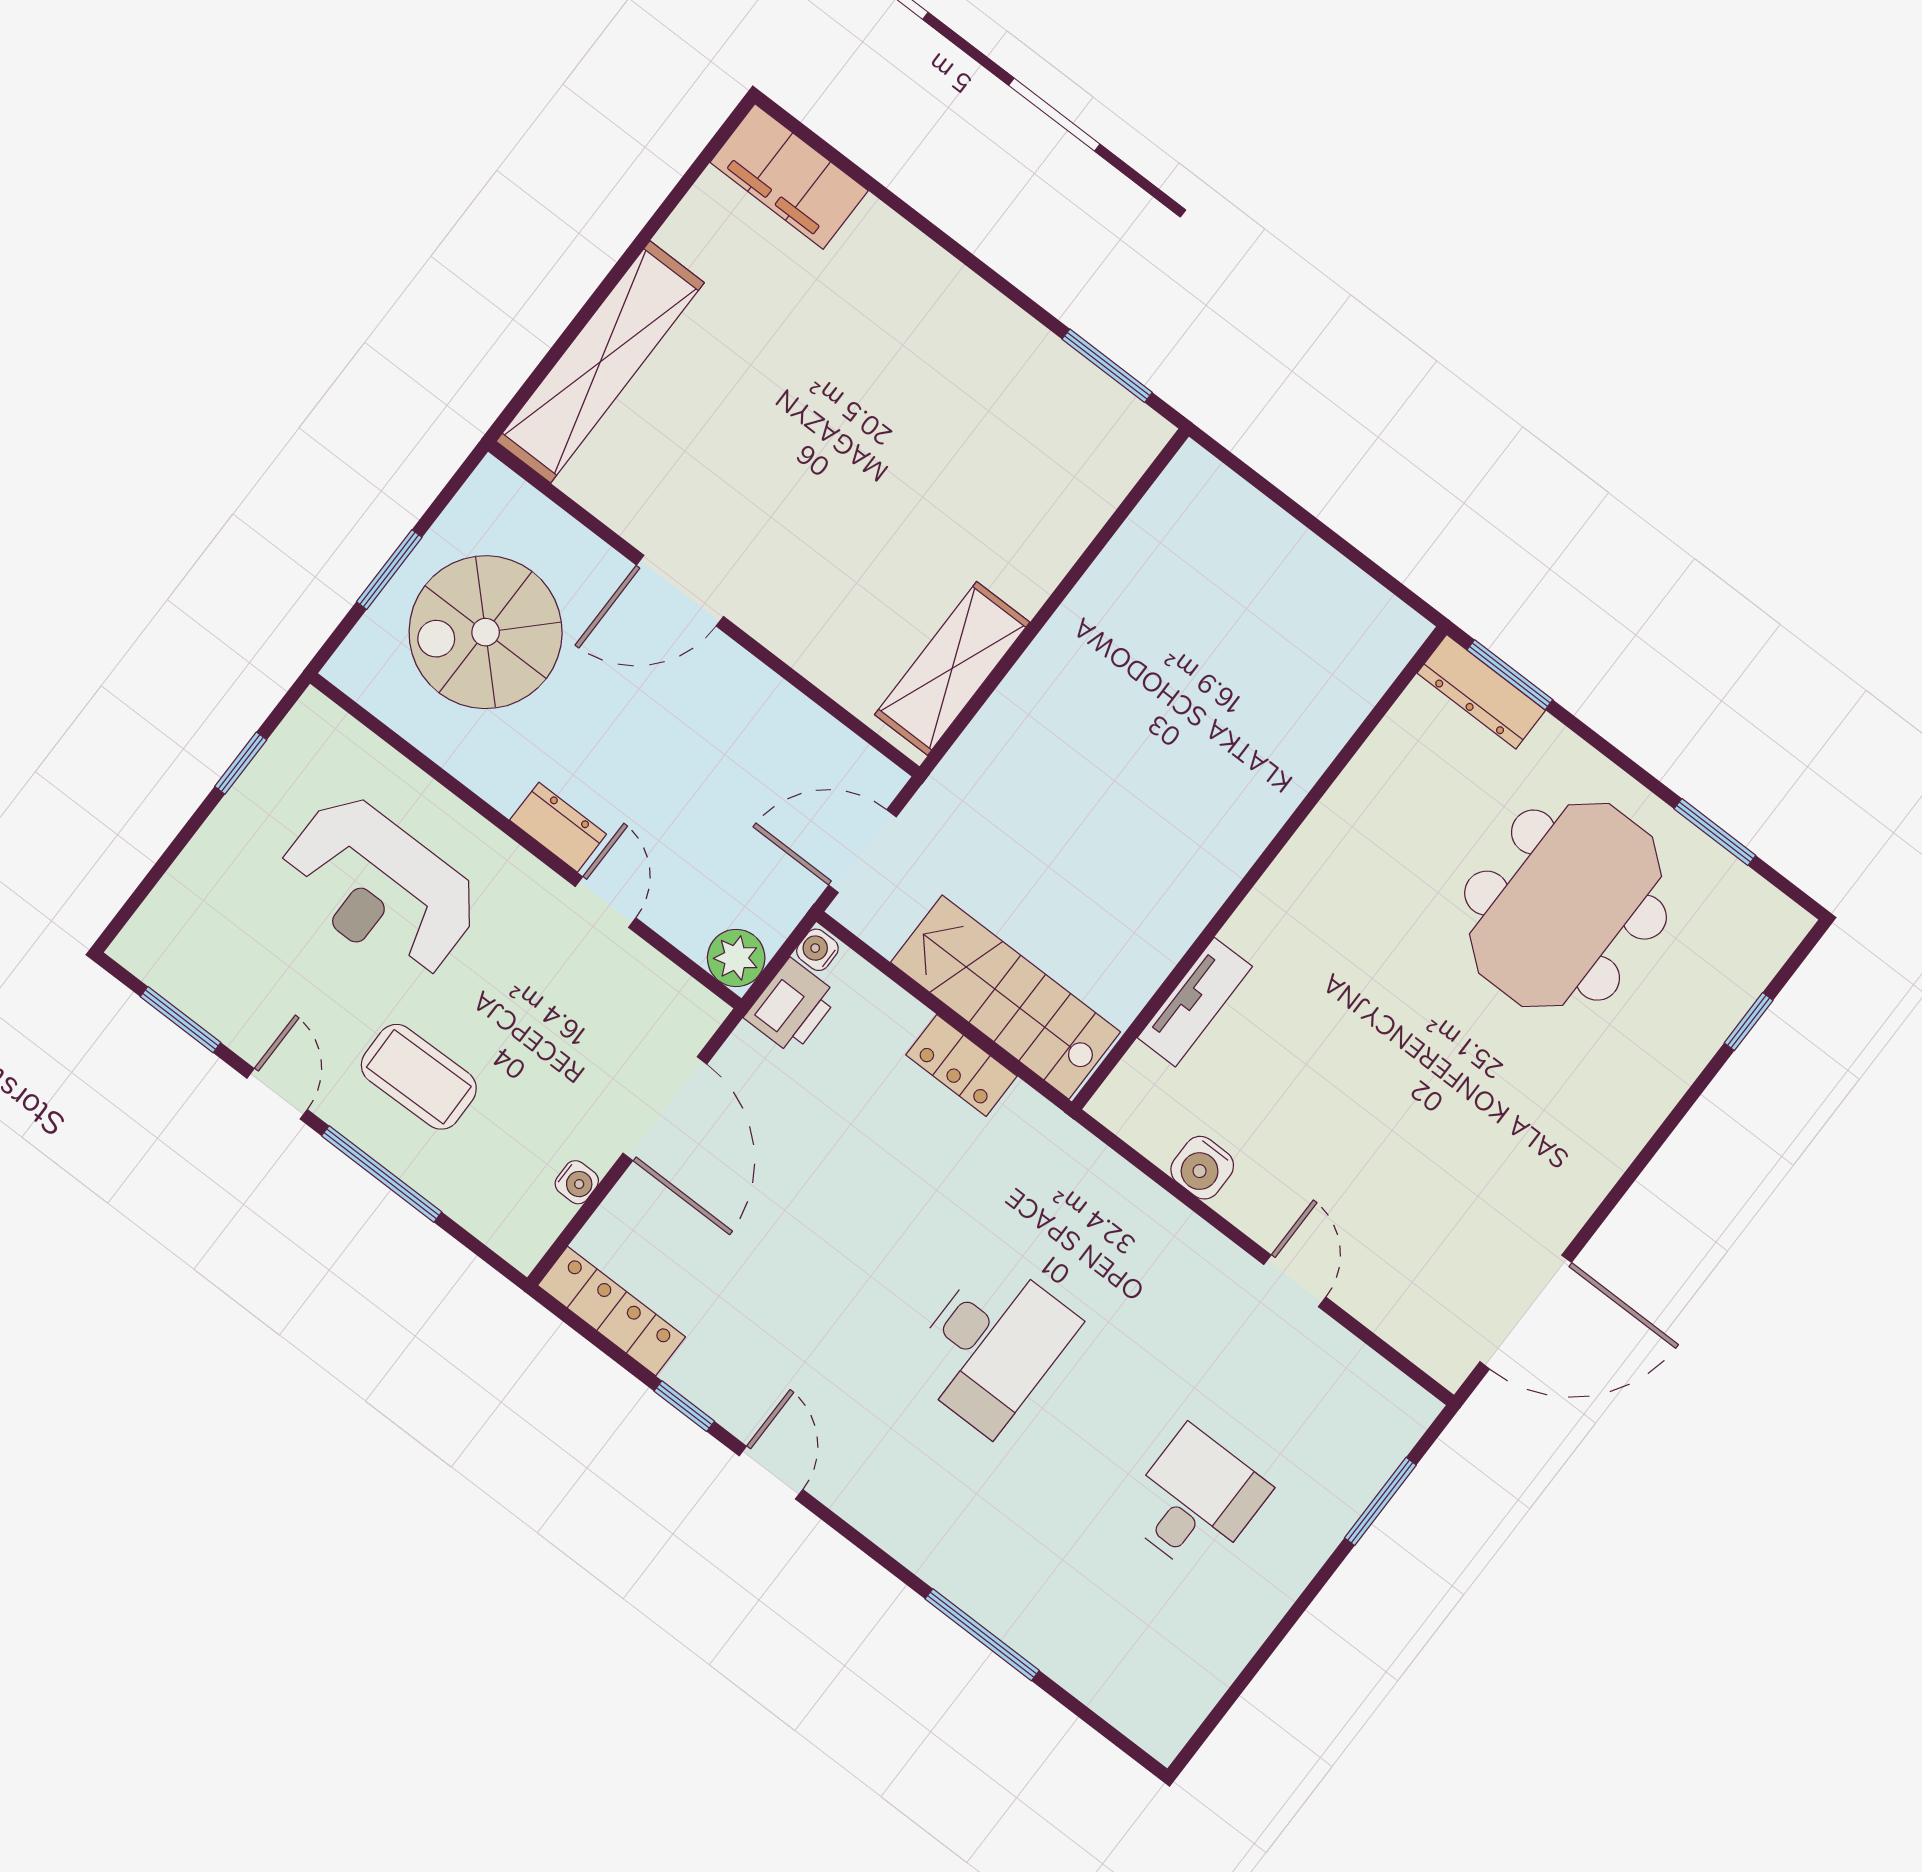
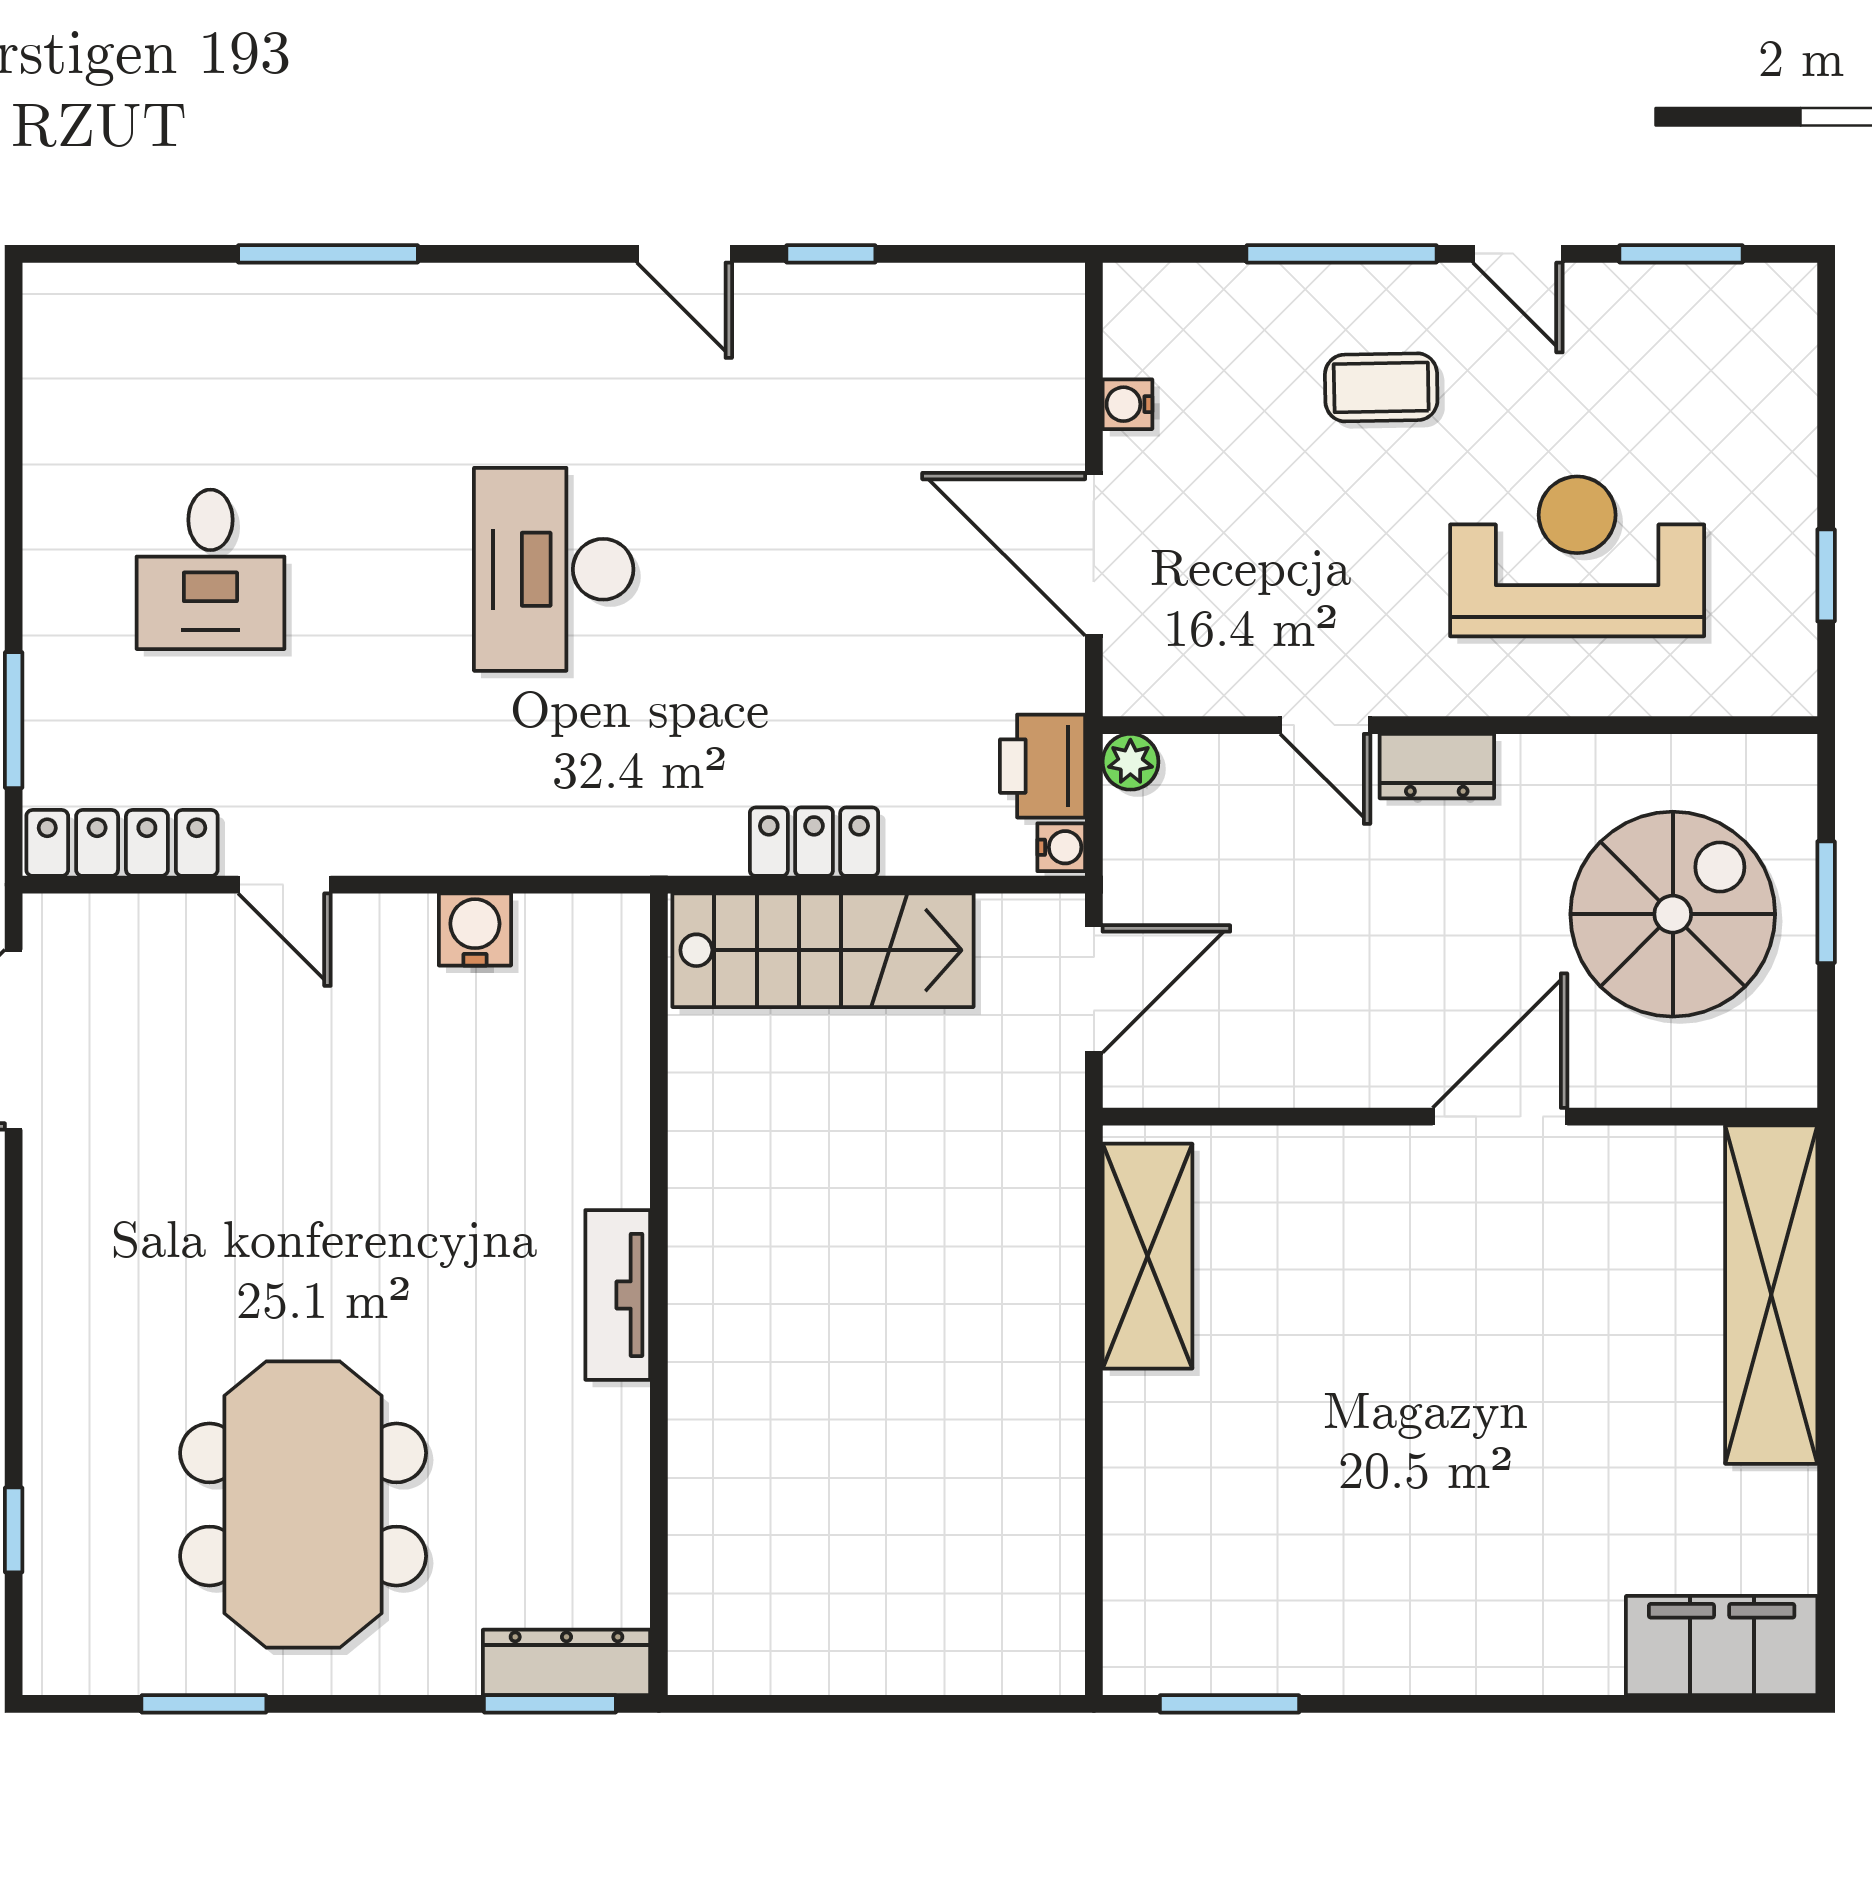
plant: (736, 958) -> (1130, 762), width x0.73, depth x0.73
tv unit: (1195, 1002) -> (618, 1295), moved
coffee table: (419, 1077) -> (1381, 387), width x0.73, depth x0.77
locker: (612, 1311) -> (122, 843), moved, turned 180

